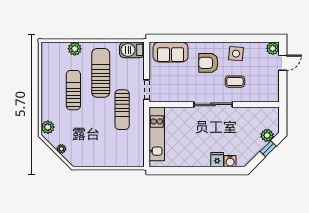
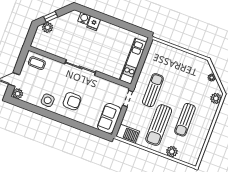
sofa: (171, 52) -> (109, 118), moved, turned -90
coffee table: (235, 82) -> (37, 63), moved

